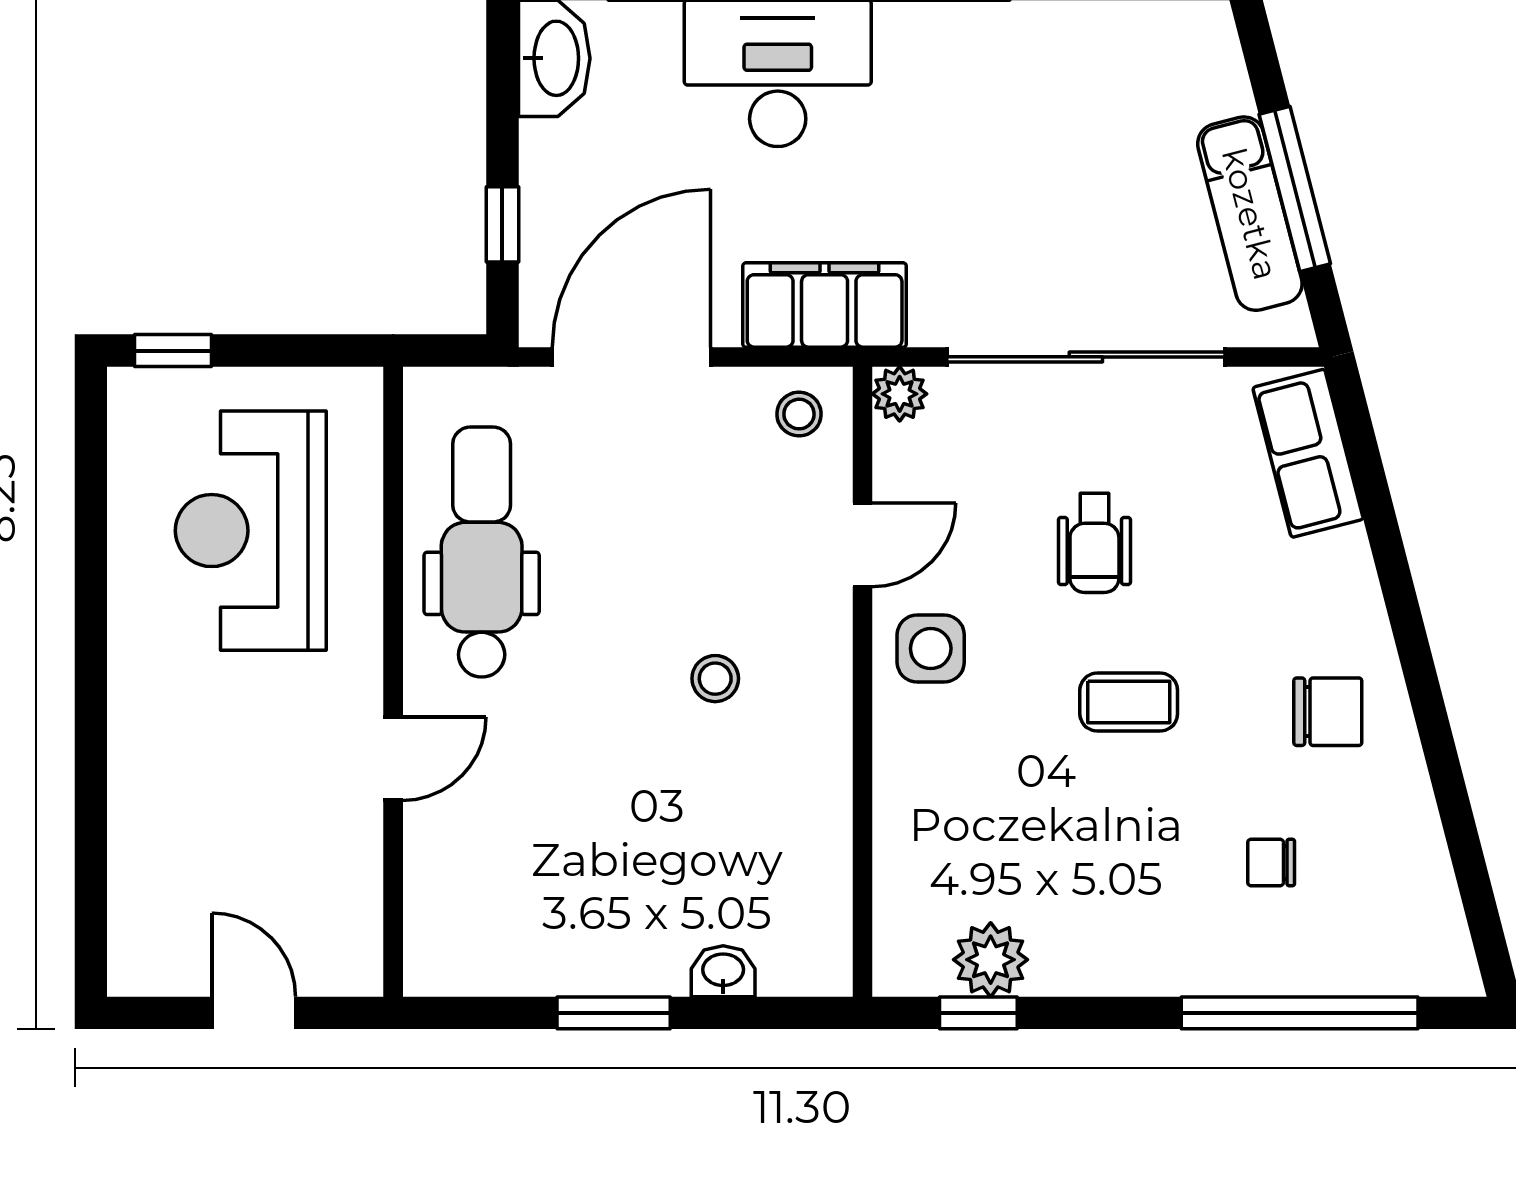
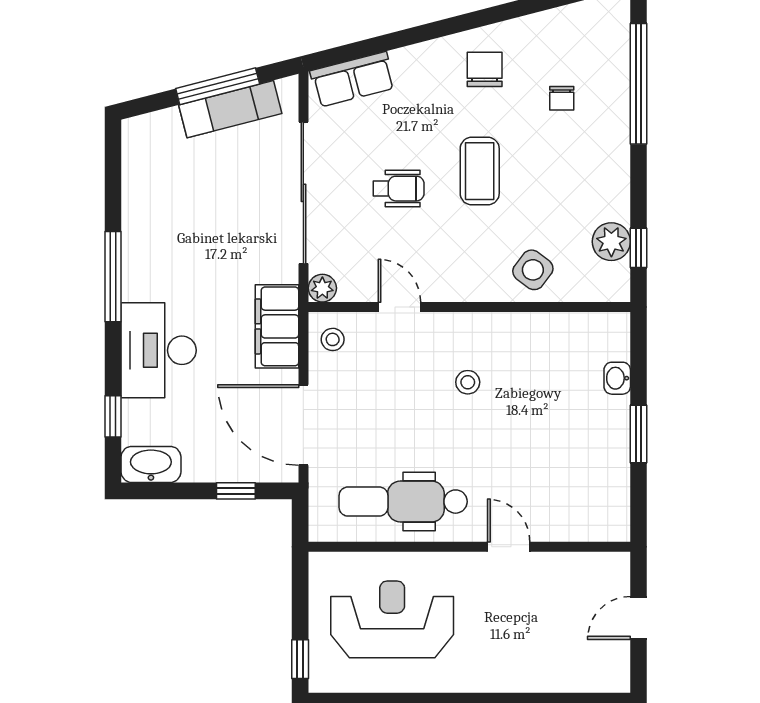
reception desk: (251, 531) -> (392, 619), turned 180
side table: (931, 649) -> (533, 270), moved, turned 37
coffee table: (1129, 702) -> (480, 171), width x1.36, depth x1.30

